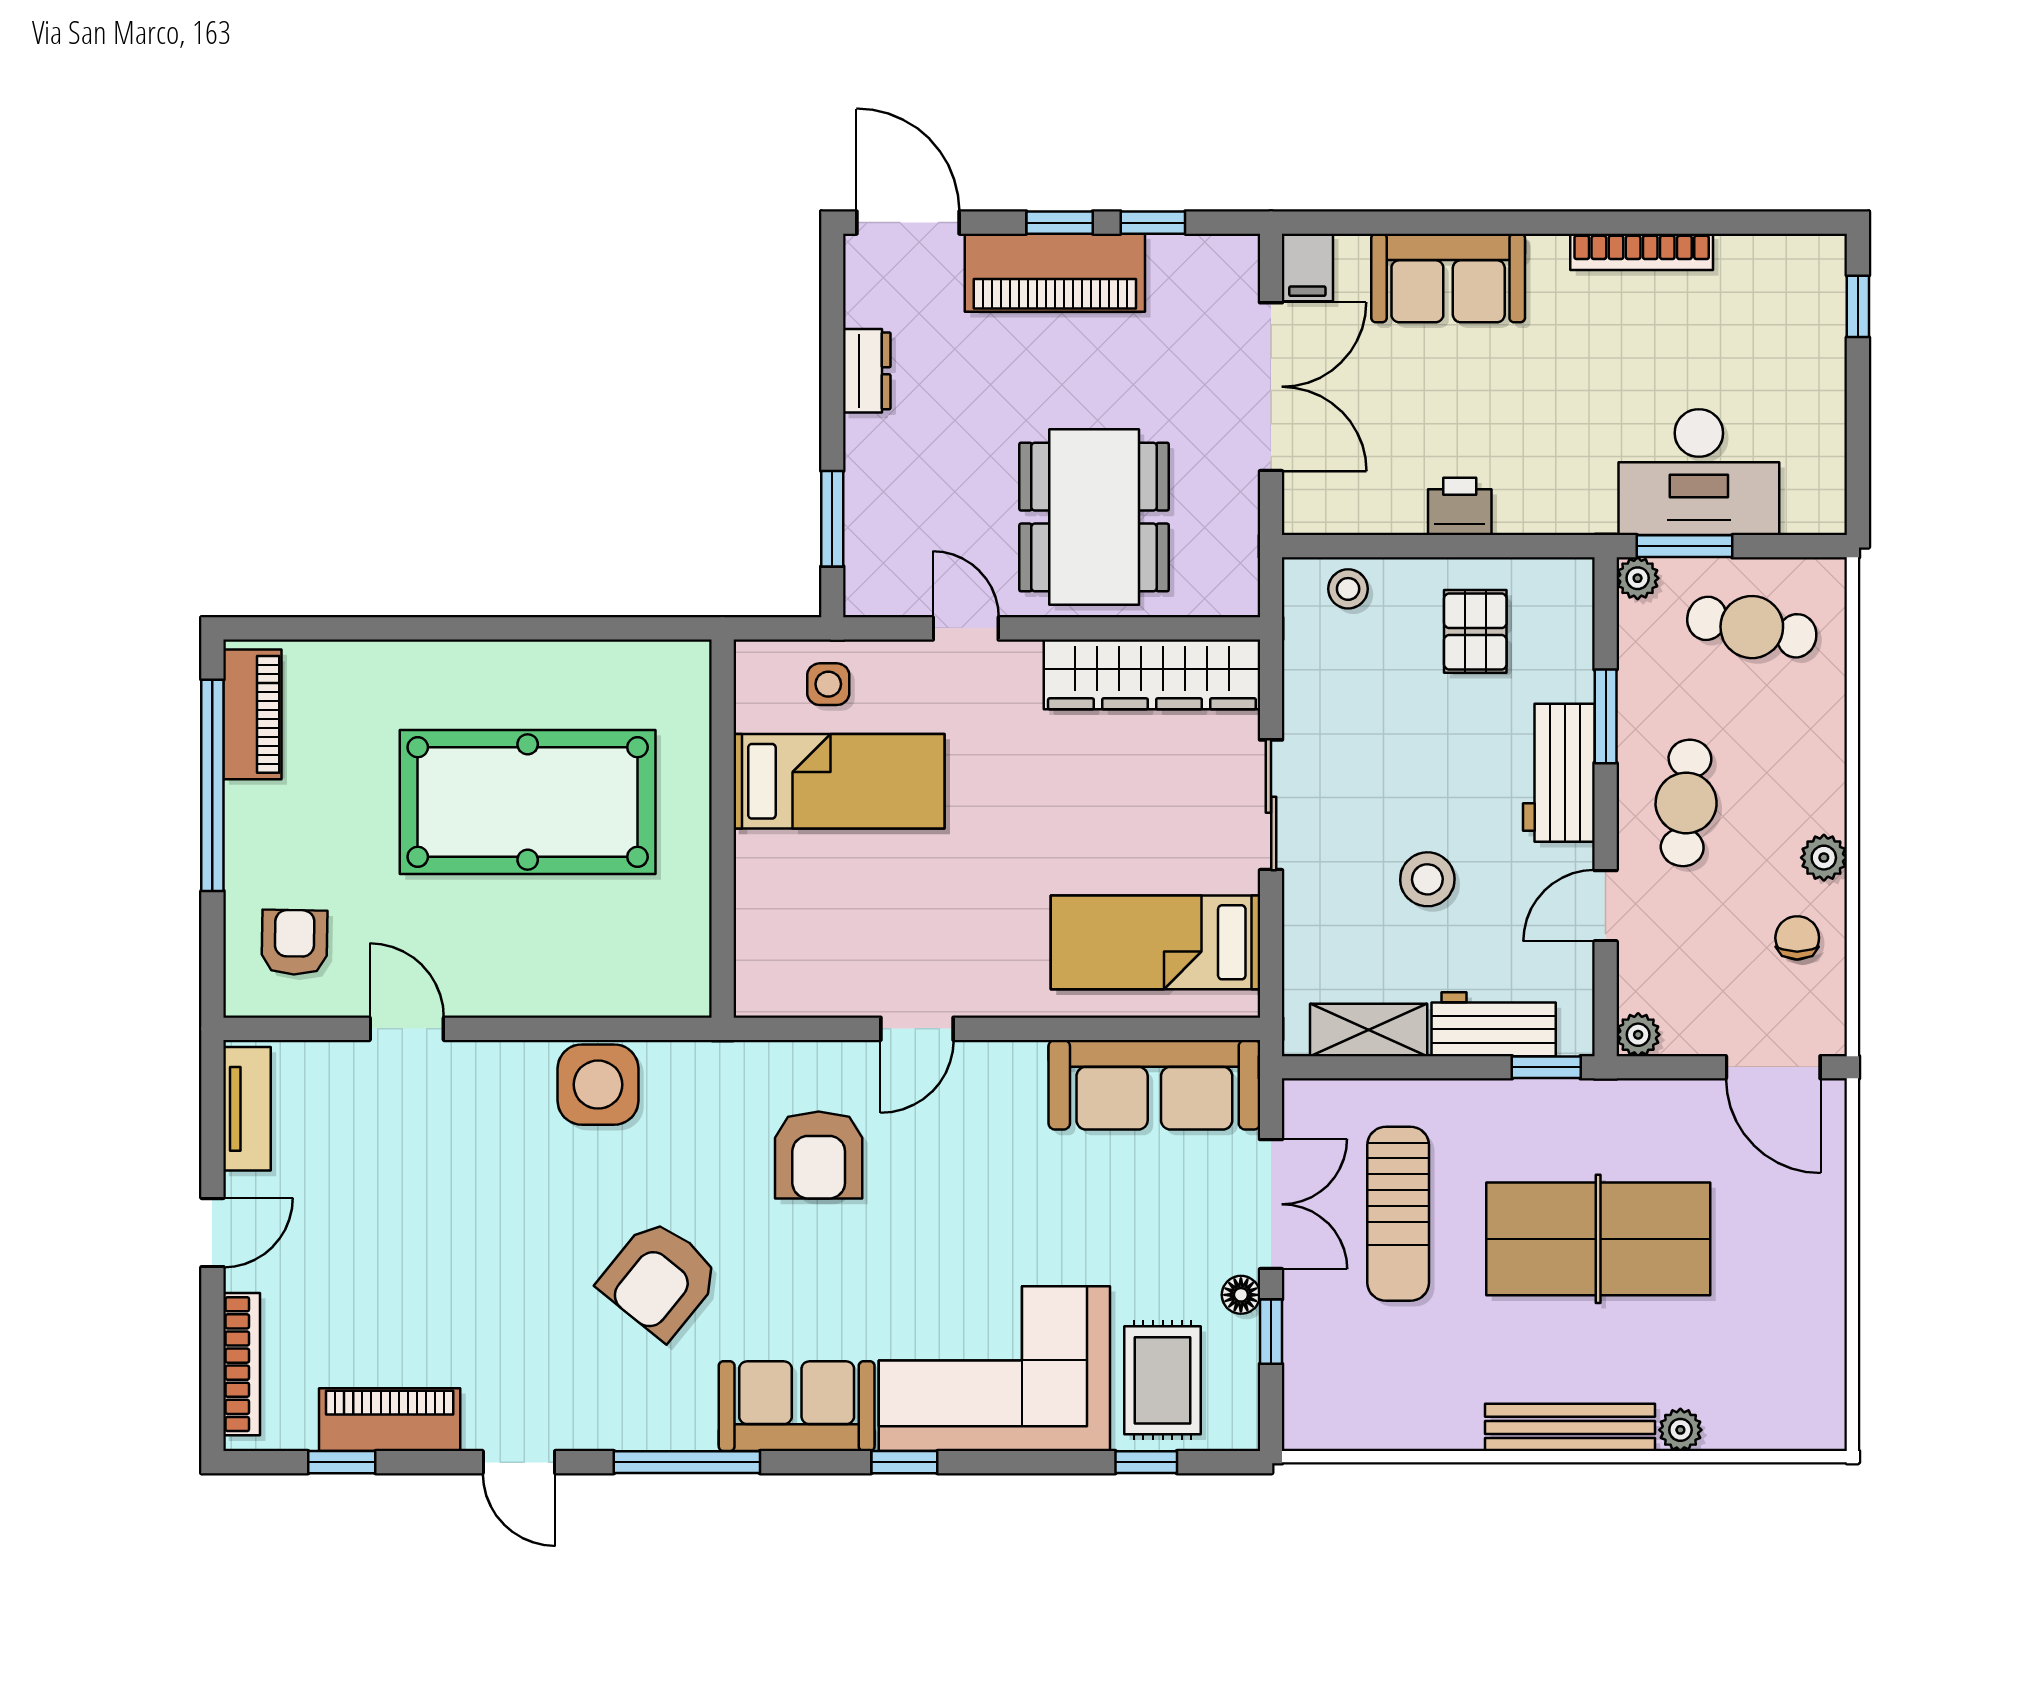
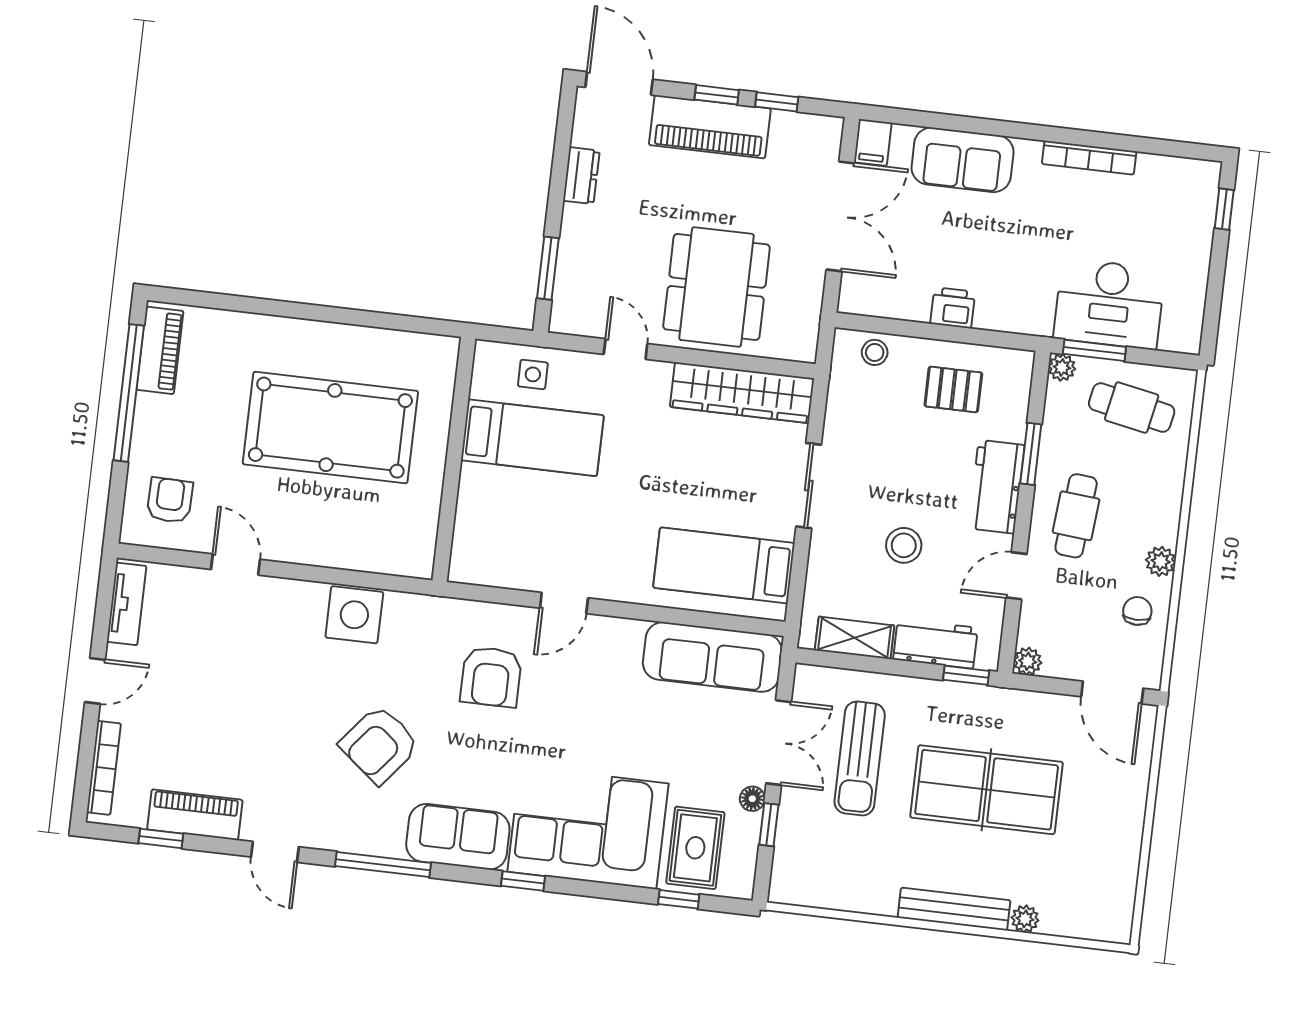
pallet: (1475, 631) -> (953, 389), turned 90

